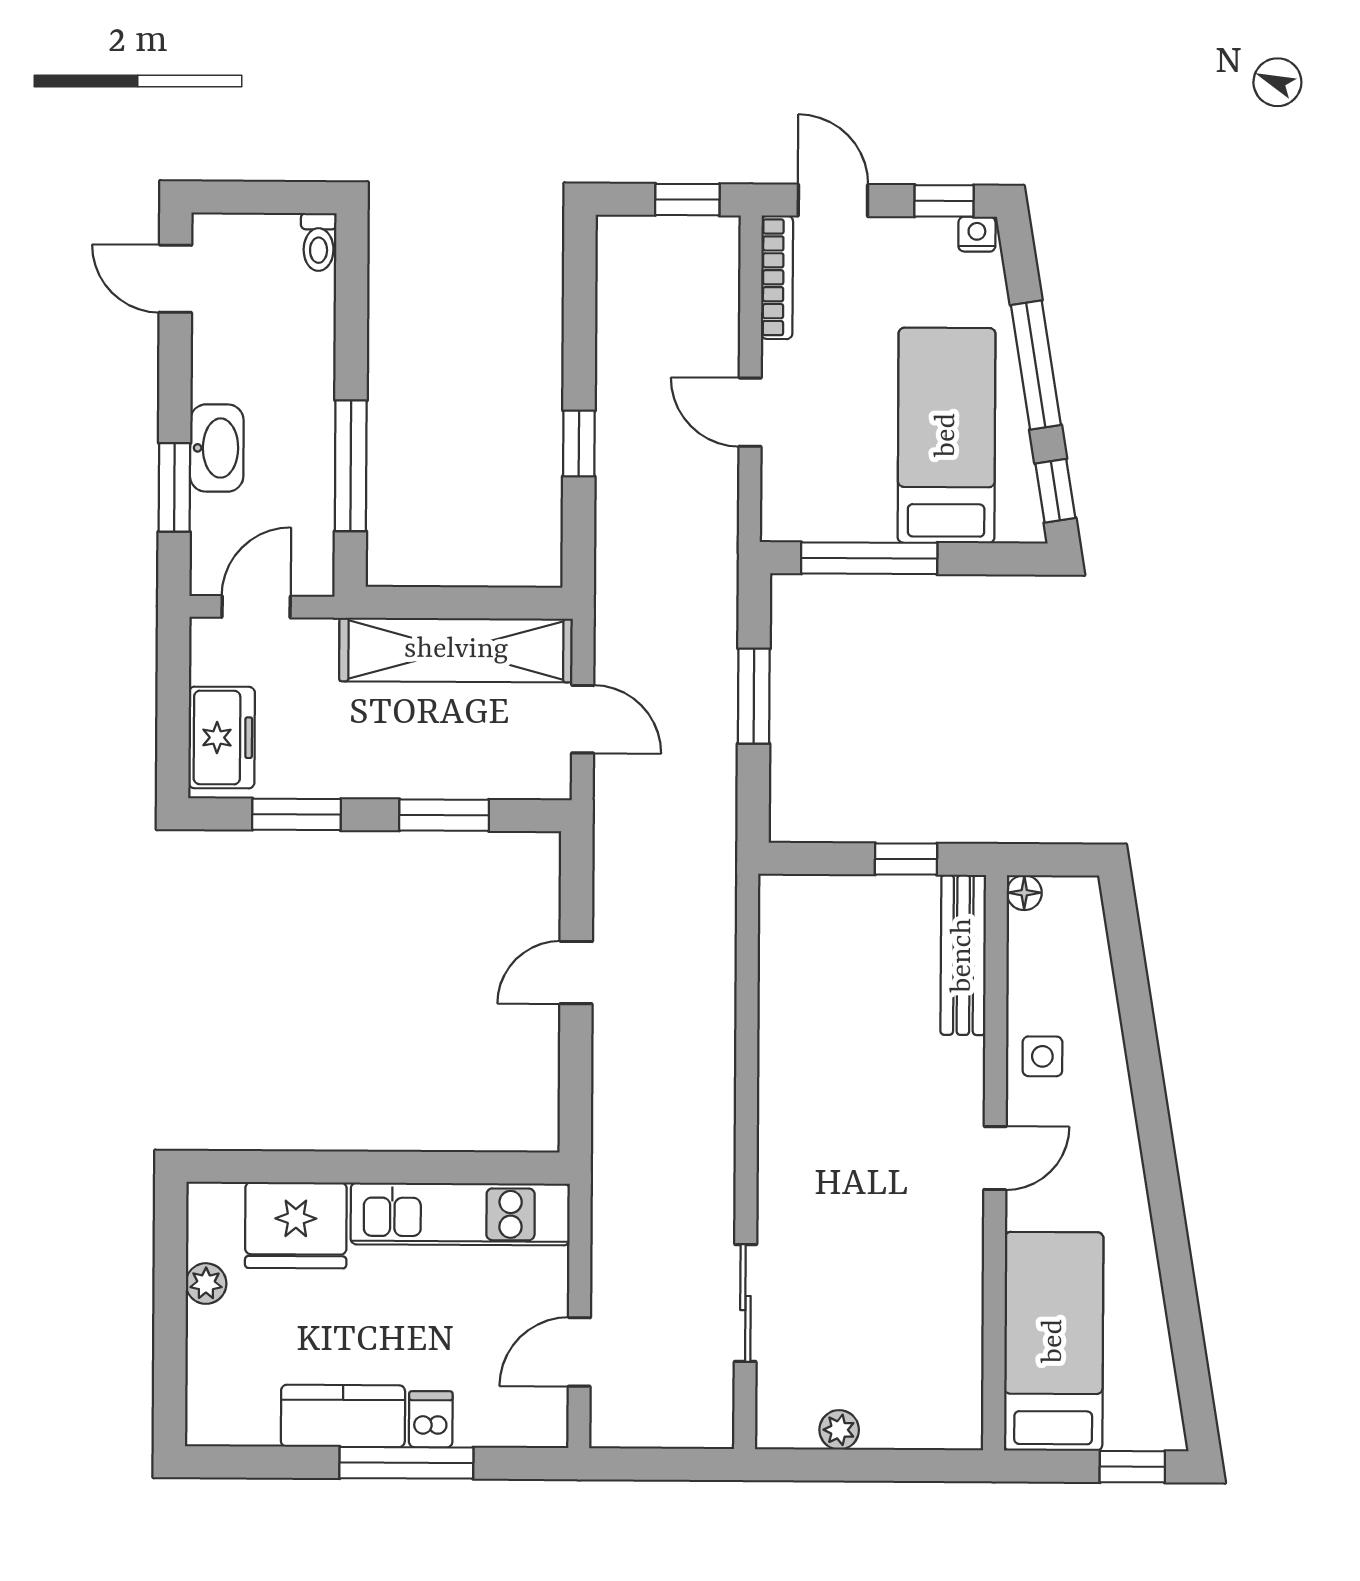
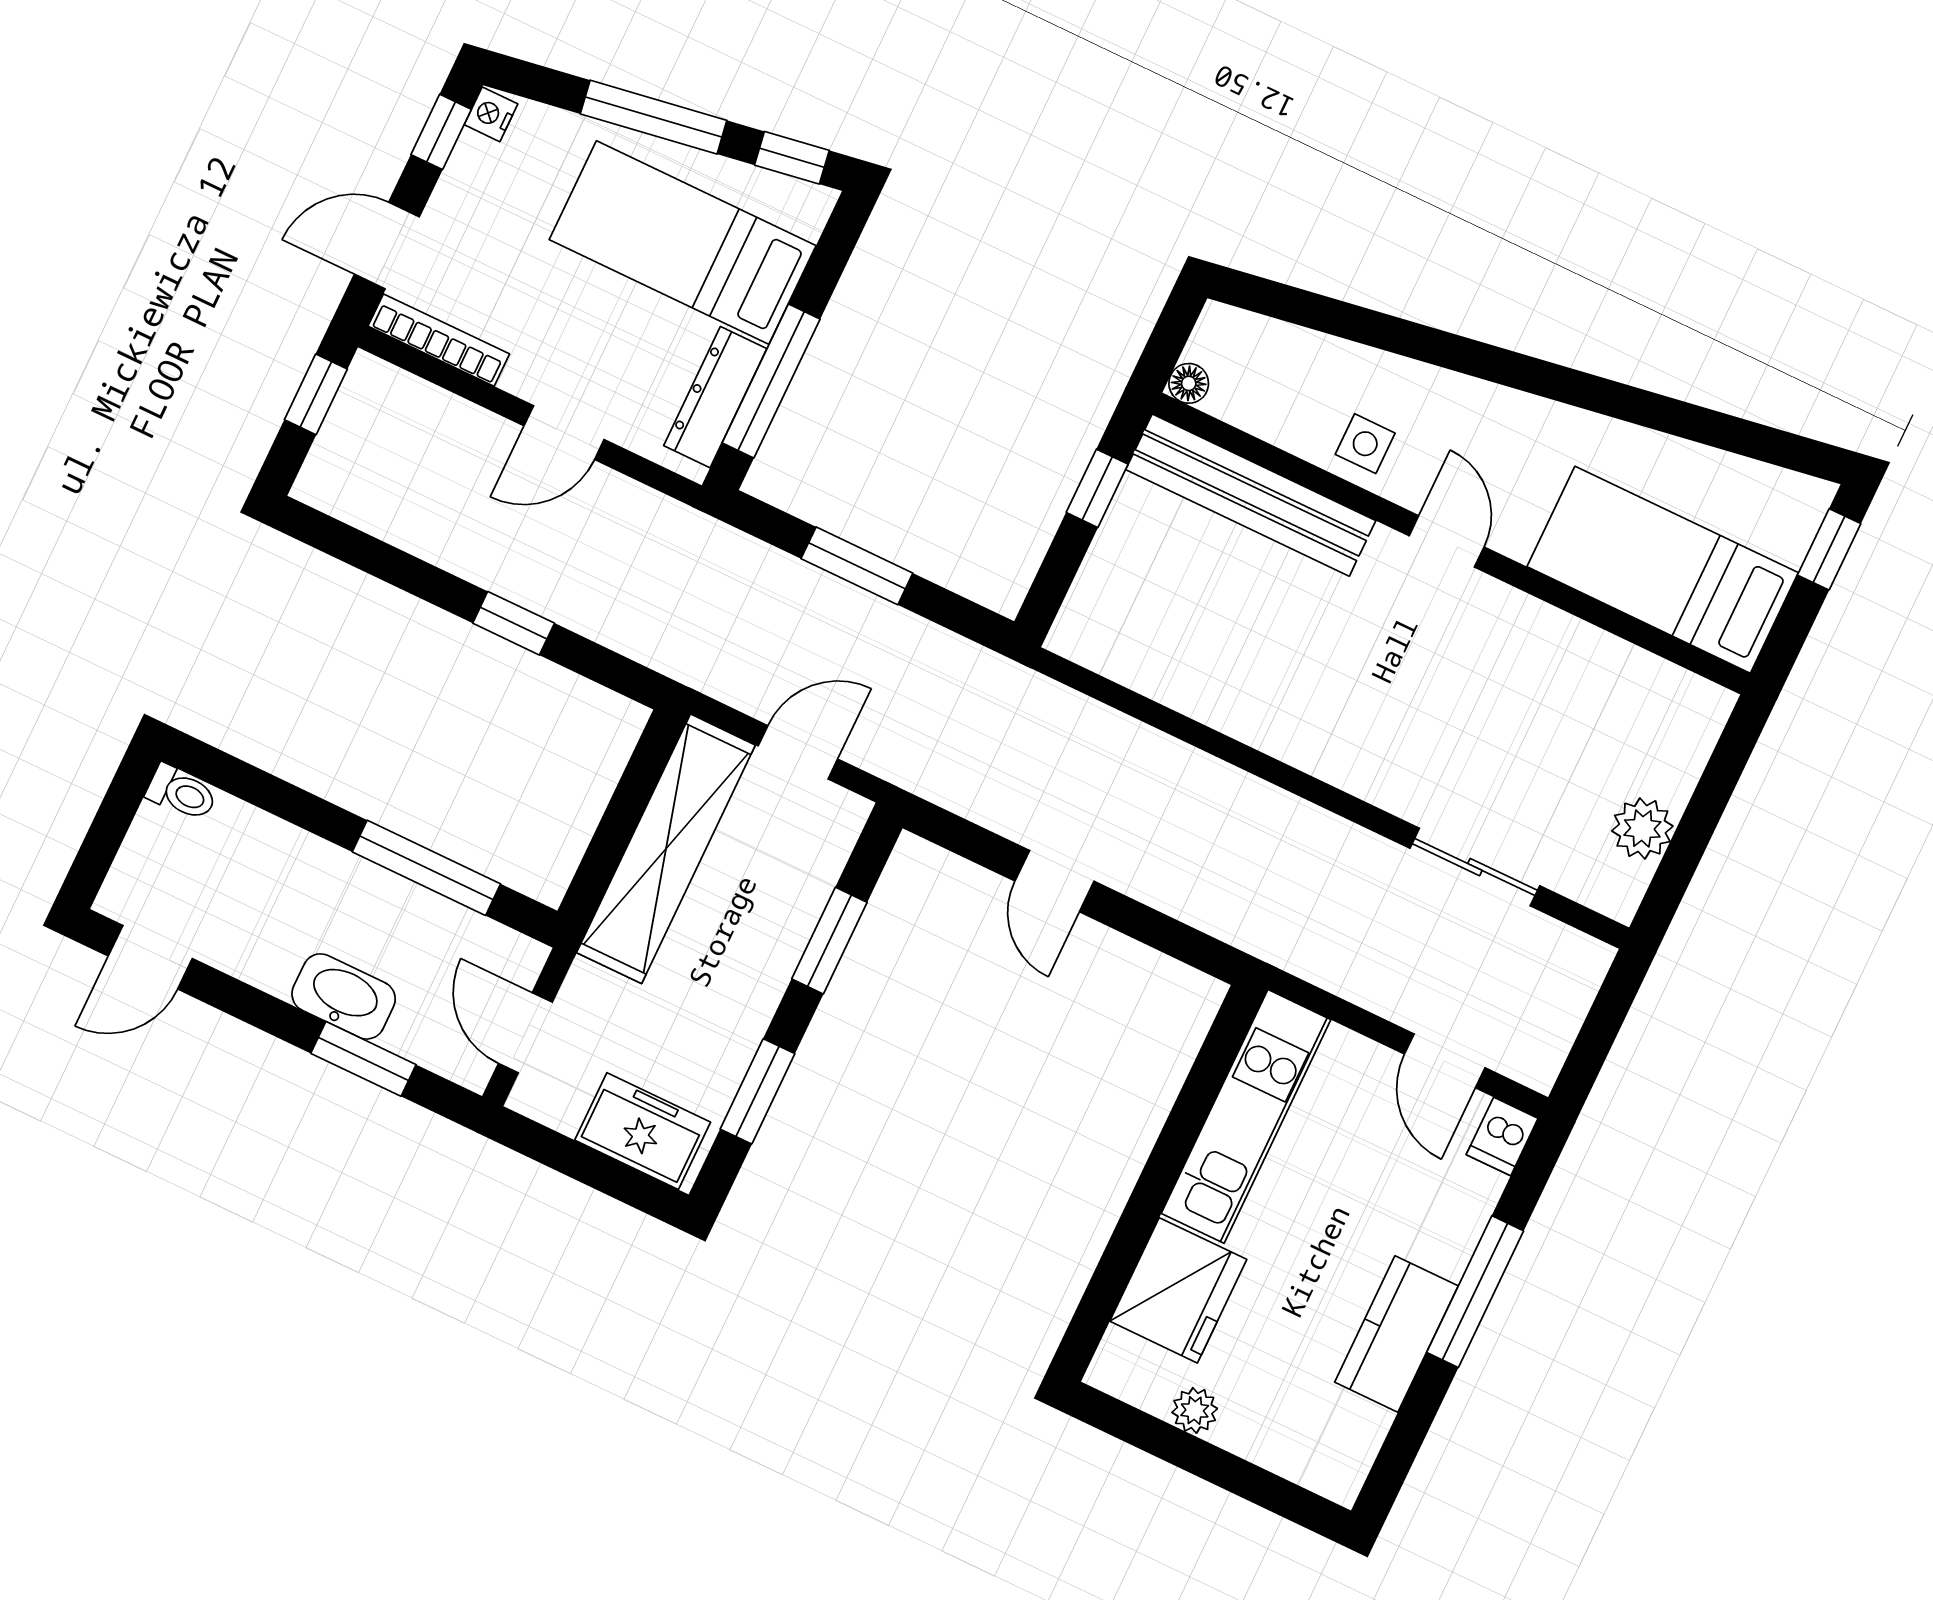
dresser: (835, 520) -> (715, 397), added
bench: (963, 955) -> (1251, 495), width x1.37, depth x1.21
dishwasher: (431, 1419) -> (1502, 1136), moved, turned -90
plant: (839, 1430) -> (1642, 828), width x1.38, depth x1.38

